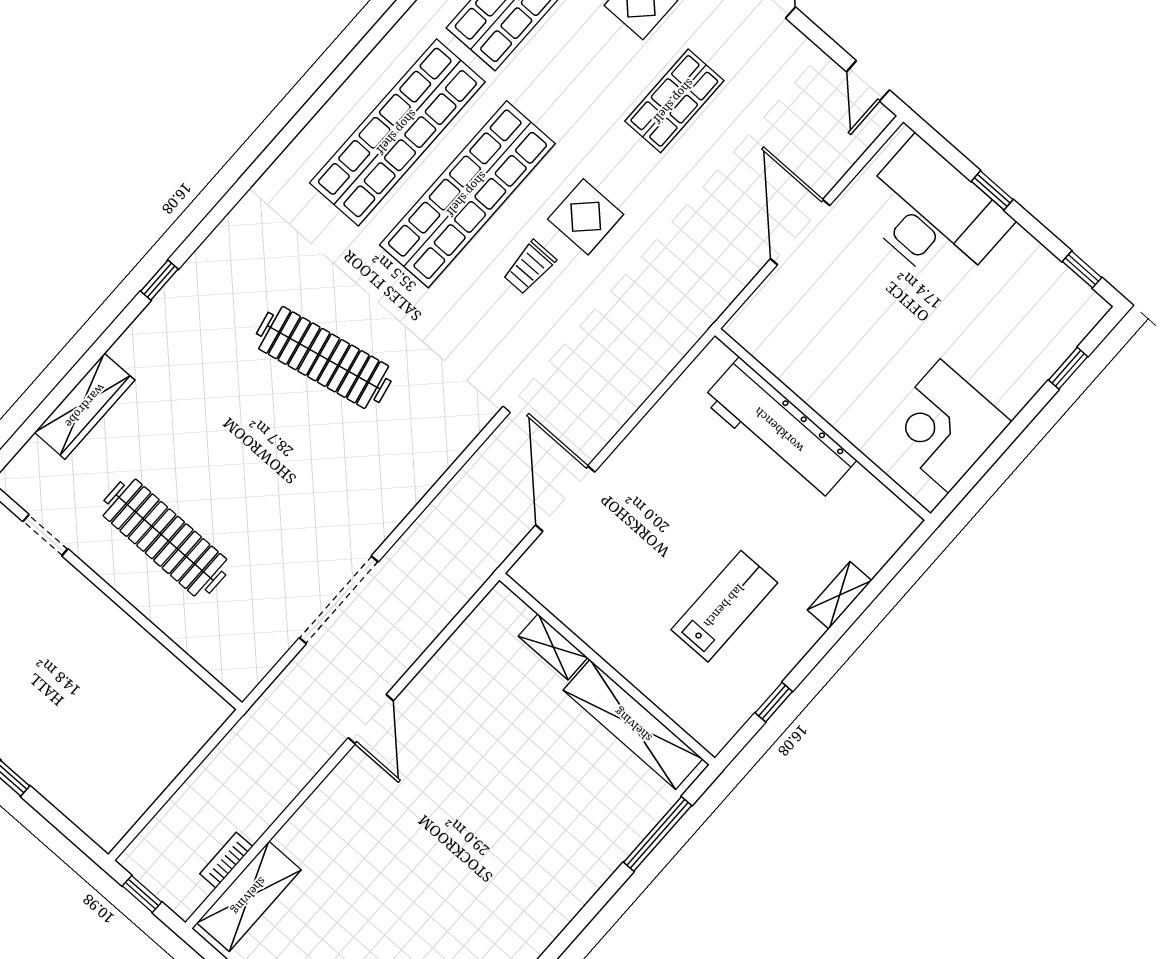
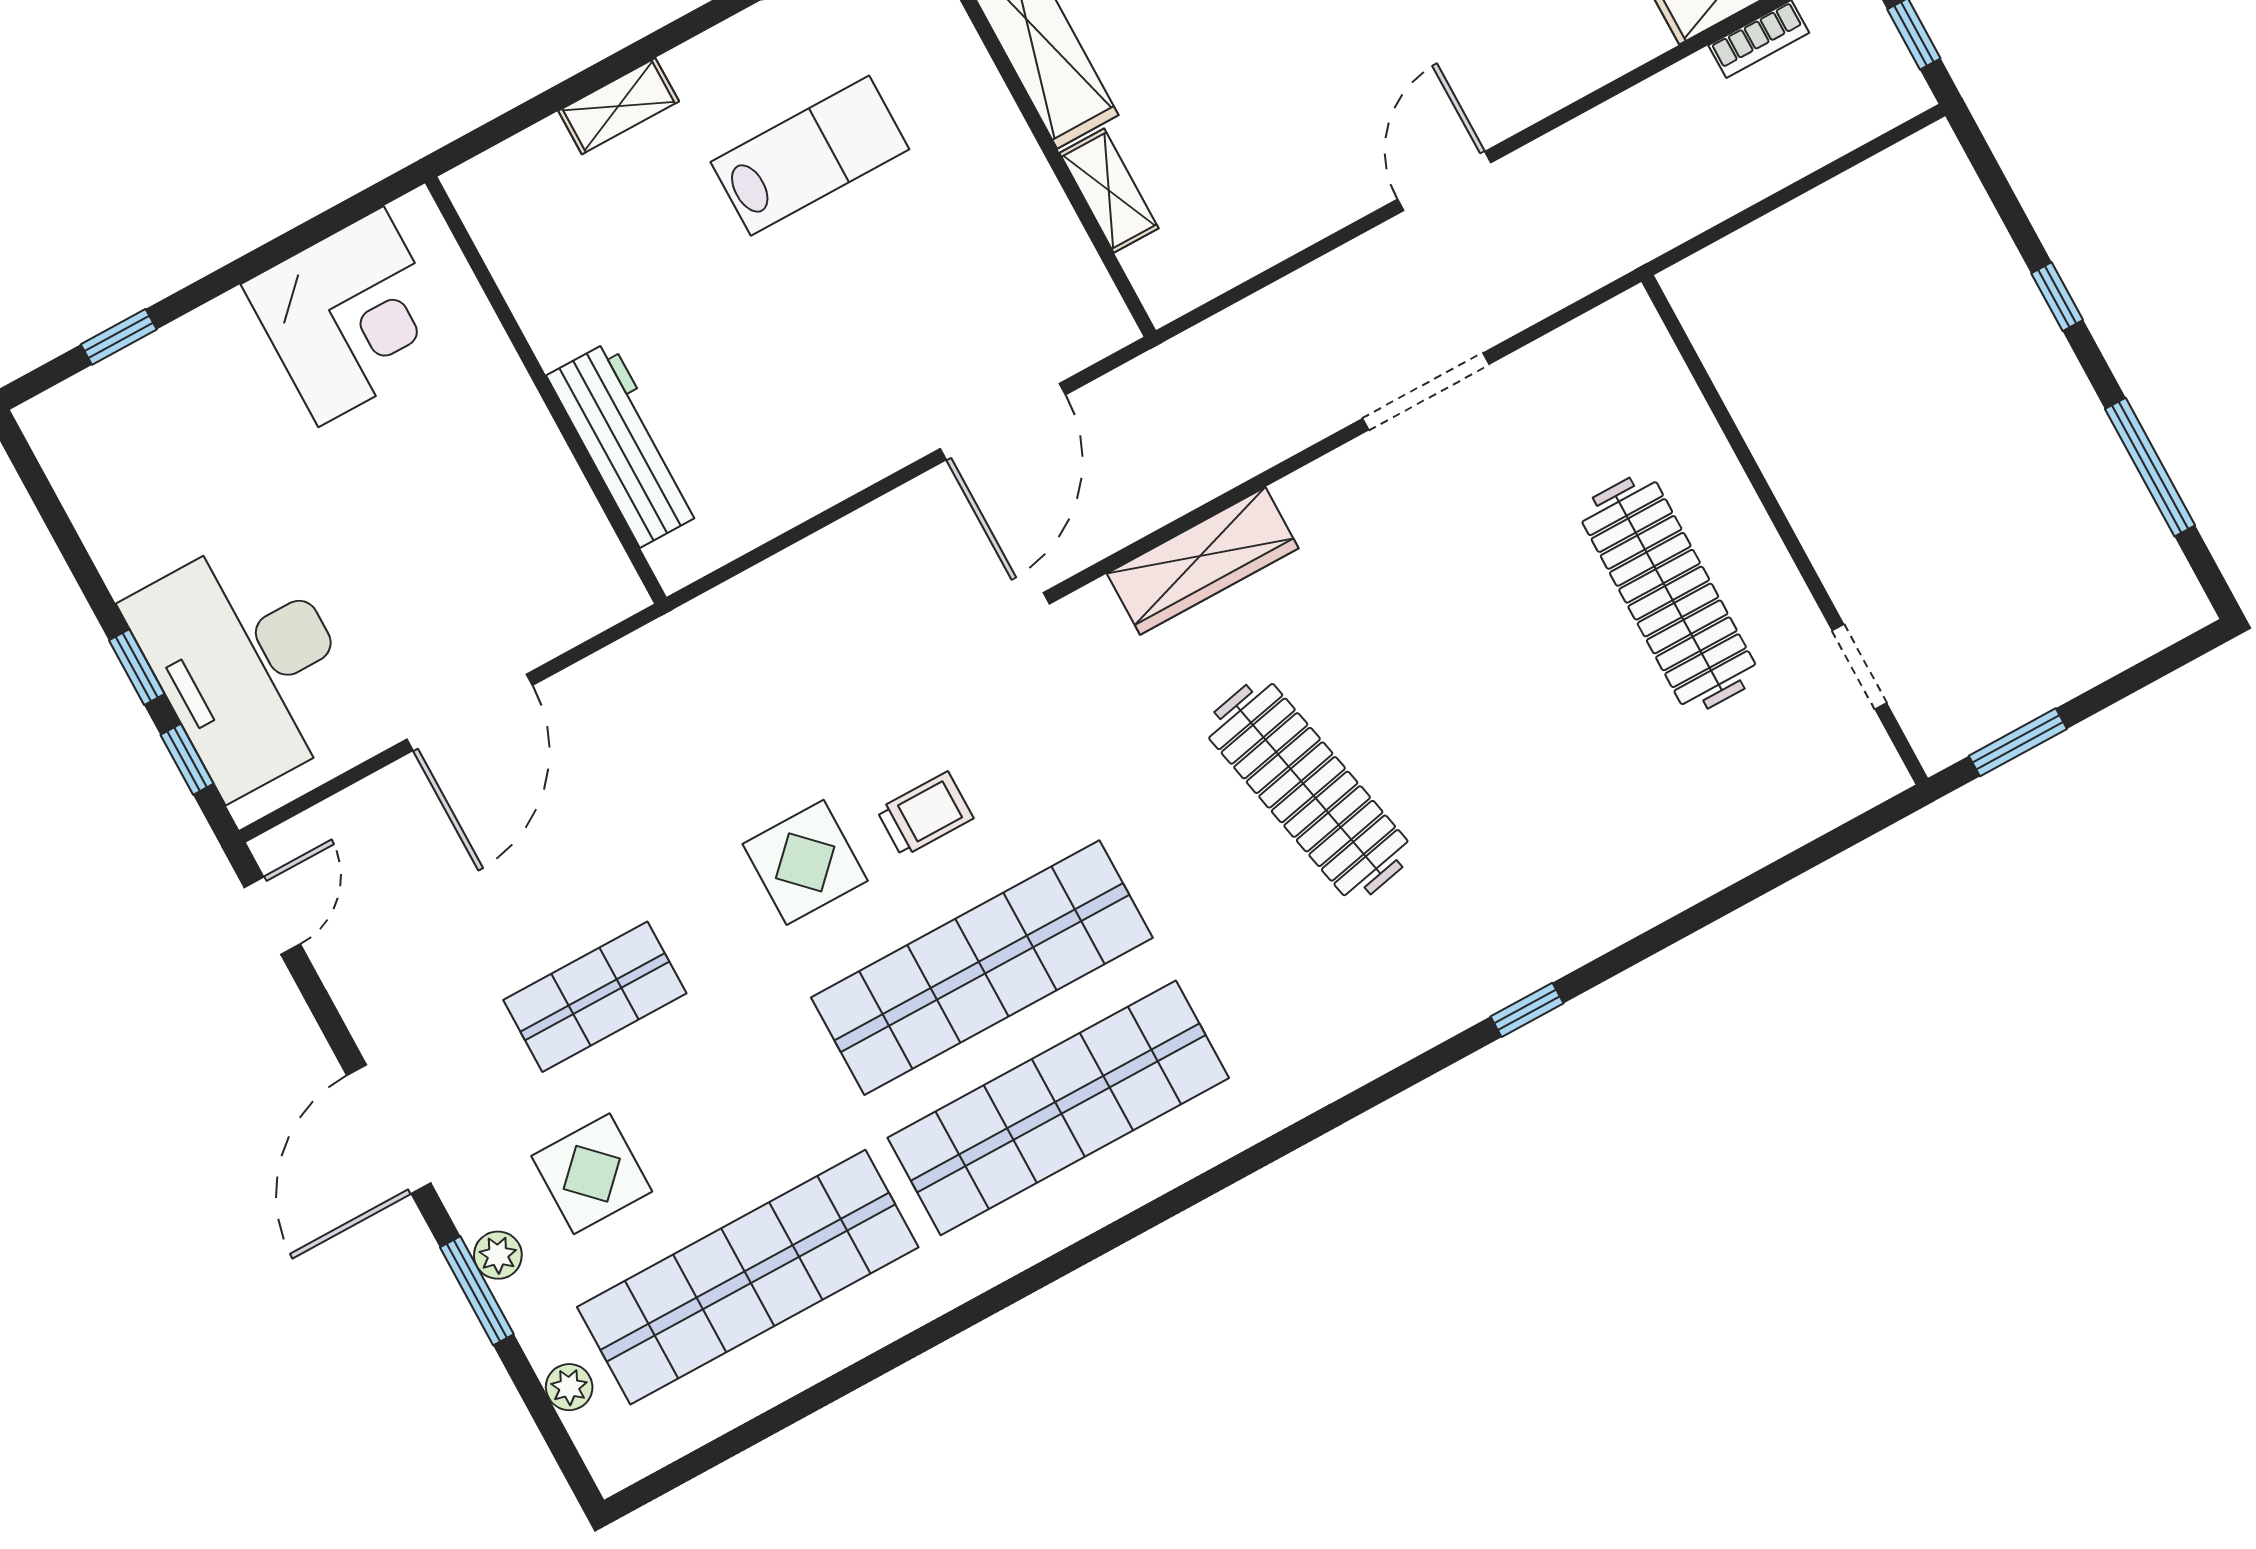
window: (1082, 270) -> (187, 759), moved
wardrobe: (85, 406) -> (1203, 561), moved, turned 180
workbench: (779, 430) -> (625, 444), width x0.73, depth x0.76
doorway: (339, 600) -> (1426, 391), width x0.73
lab bench: (724, 606) -> (810, 156), turned 180

